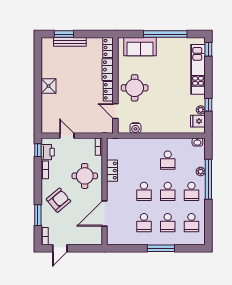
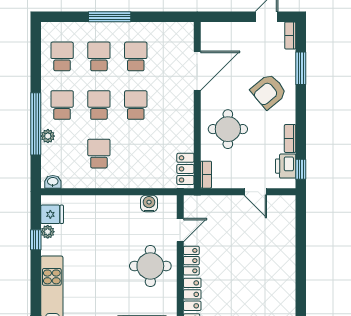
shower: (48, 86) -> (284, 269), removed
door: (115, 111) -> (180, 230), hinge flipped
locker: (112, 171) -> (185, 169), moved

